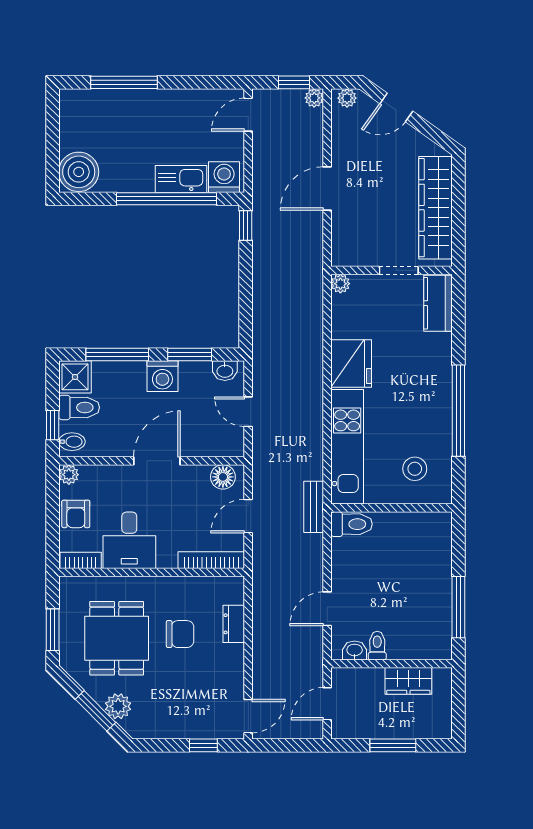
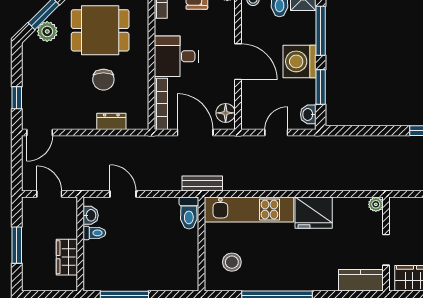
washing machine: (162, 376) -> (299, 61), width x1.37, depth x1.37
door: (248, 516) -> (195, 132), width x1.37
desk: (129, 540) -> (176, 56), moved
door: (248, 716) -> (40, 132), hinge flipped

